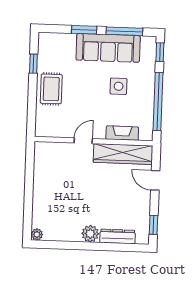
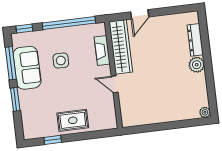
sofa: (108, 48) -> (27, 68), width x0.73
window: (154, 225) -> (180, 9), removed

